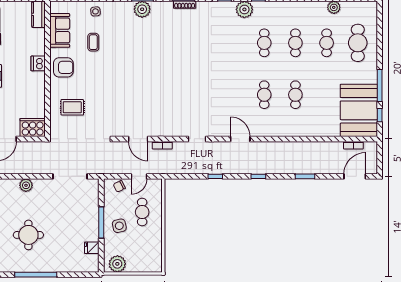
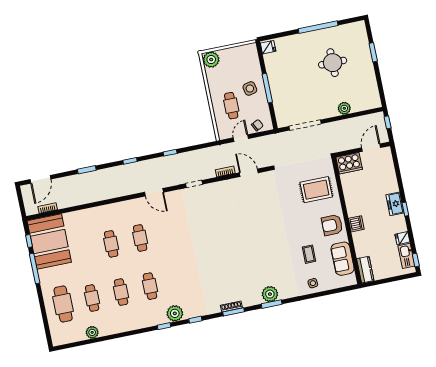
rug: (72, 107) -> (316, 190), width x1.36, depth x1.43
fridge: (92, 248) -> (268, 47), moved
plant: (117, 264) -> (211, 60), moved

